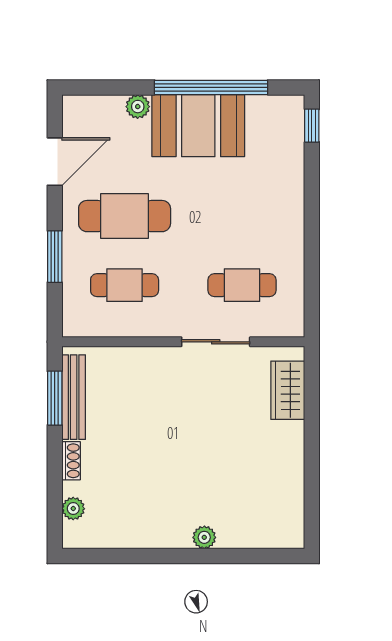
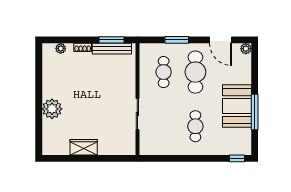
window: (211, 87) -> (255, 112), width x0.68
plant: (138, 107) -> (246, 49), moved
cafe table: (242, 285) -> (195, 126), moved
wardrobe: (288, 390) -> (84, 147), moved
plant: (204, 537) -> (52, 109), width x1.87, depth x1.87

